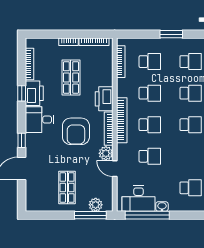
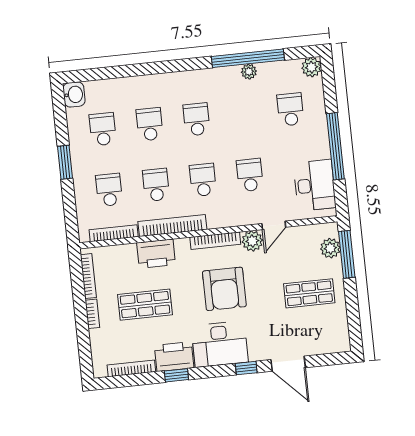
printer: (104, 99) -> (156, 254), moved
desk: (40, 120) -> (220, 344), width x1.37
bookcase: (122, 120) -> (172, 225), moved
armchair: (76, 131) -> (224, 289), turned 90
washbasin: (162, 206) -> (323, 149), removed
window: (147, 215) -> (335, 146), moved

